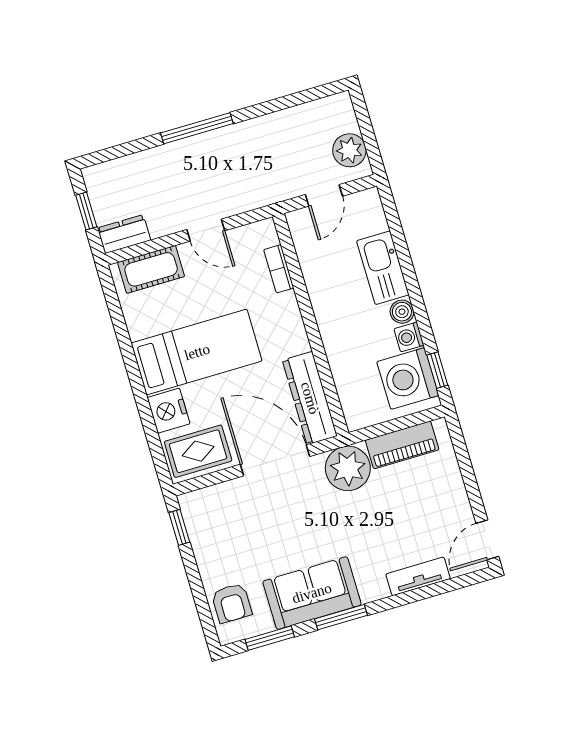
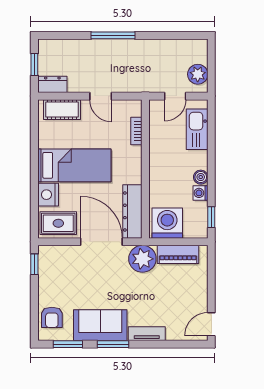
kitchen sink: (383, 268) -> (197, 129), moved
washing machine: (408, 379) -> (167, 223), moved, turned 90
tv unit: (418, 576) -> (147, 334), moved

